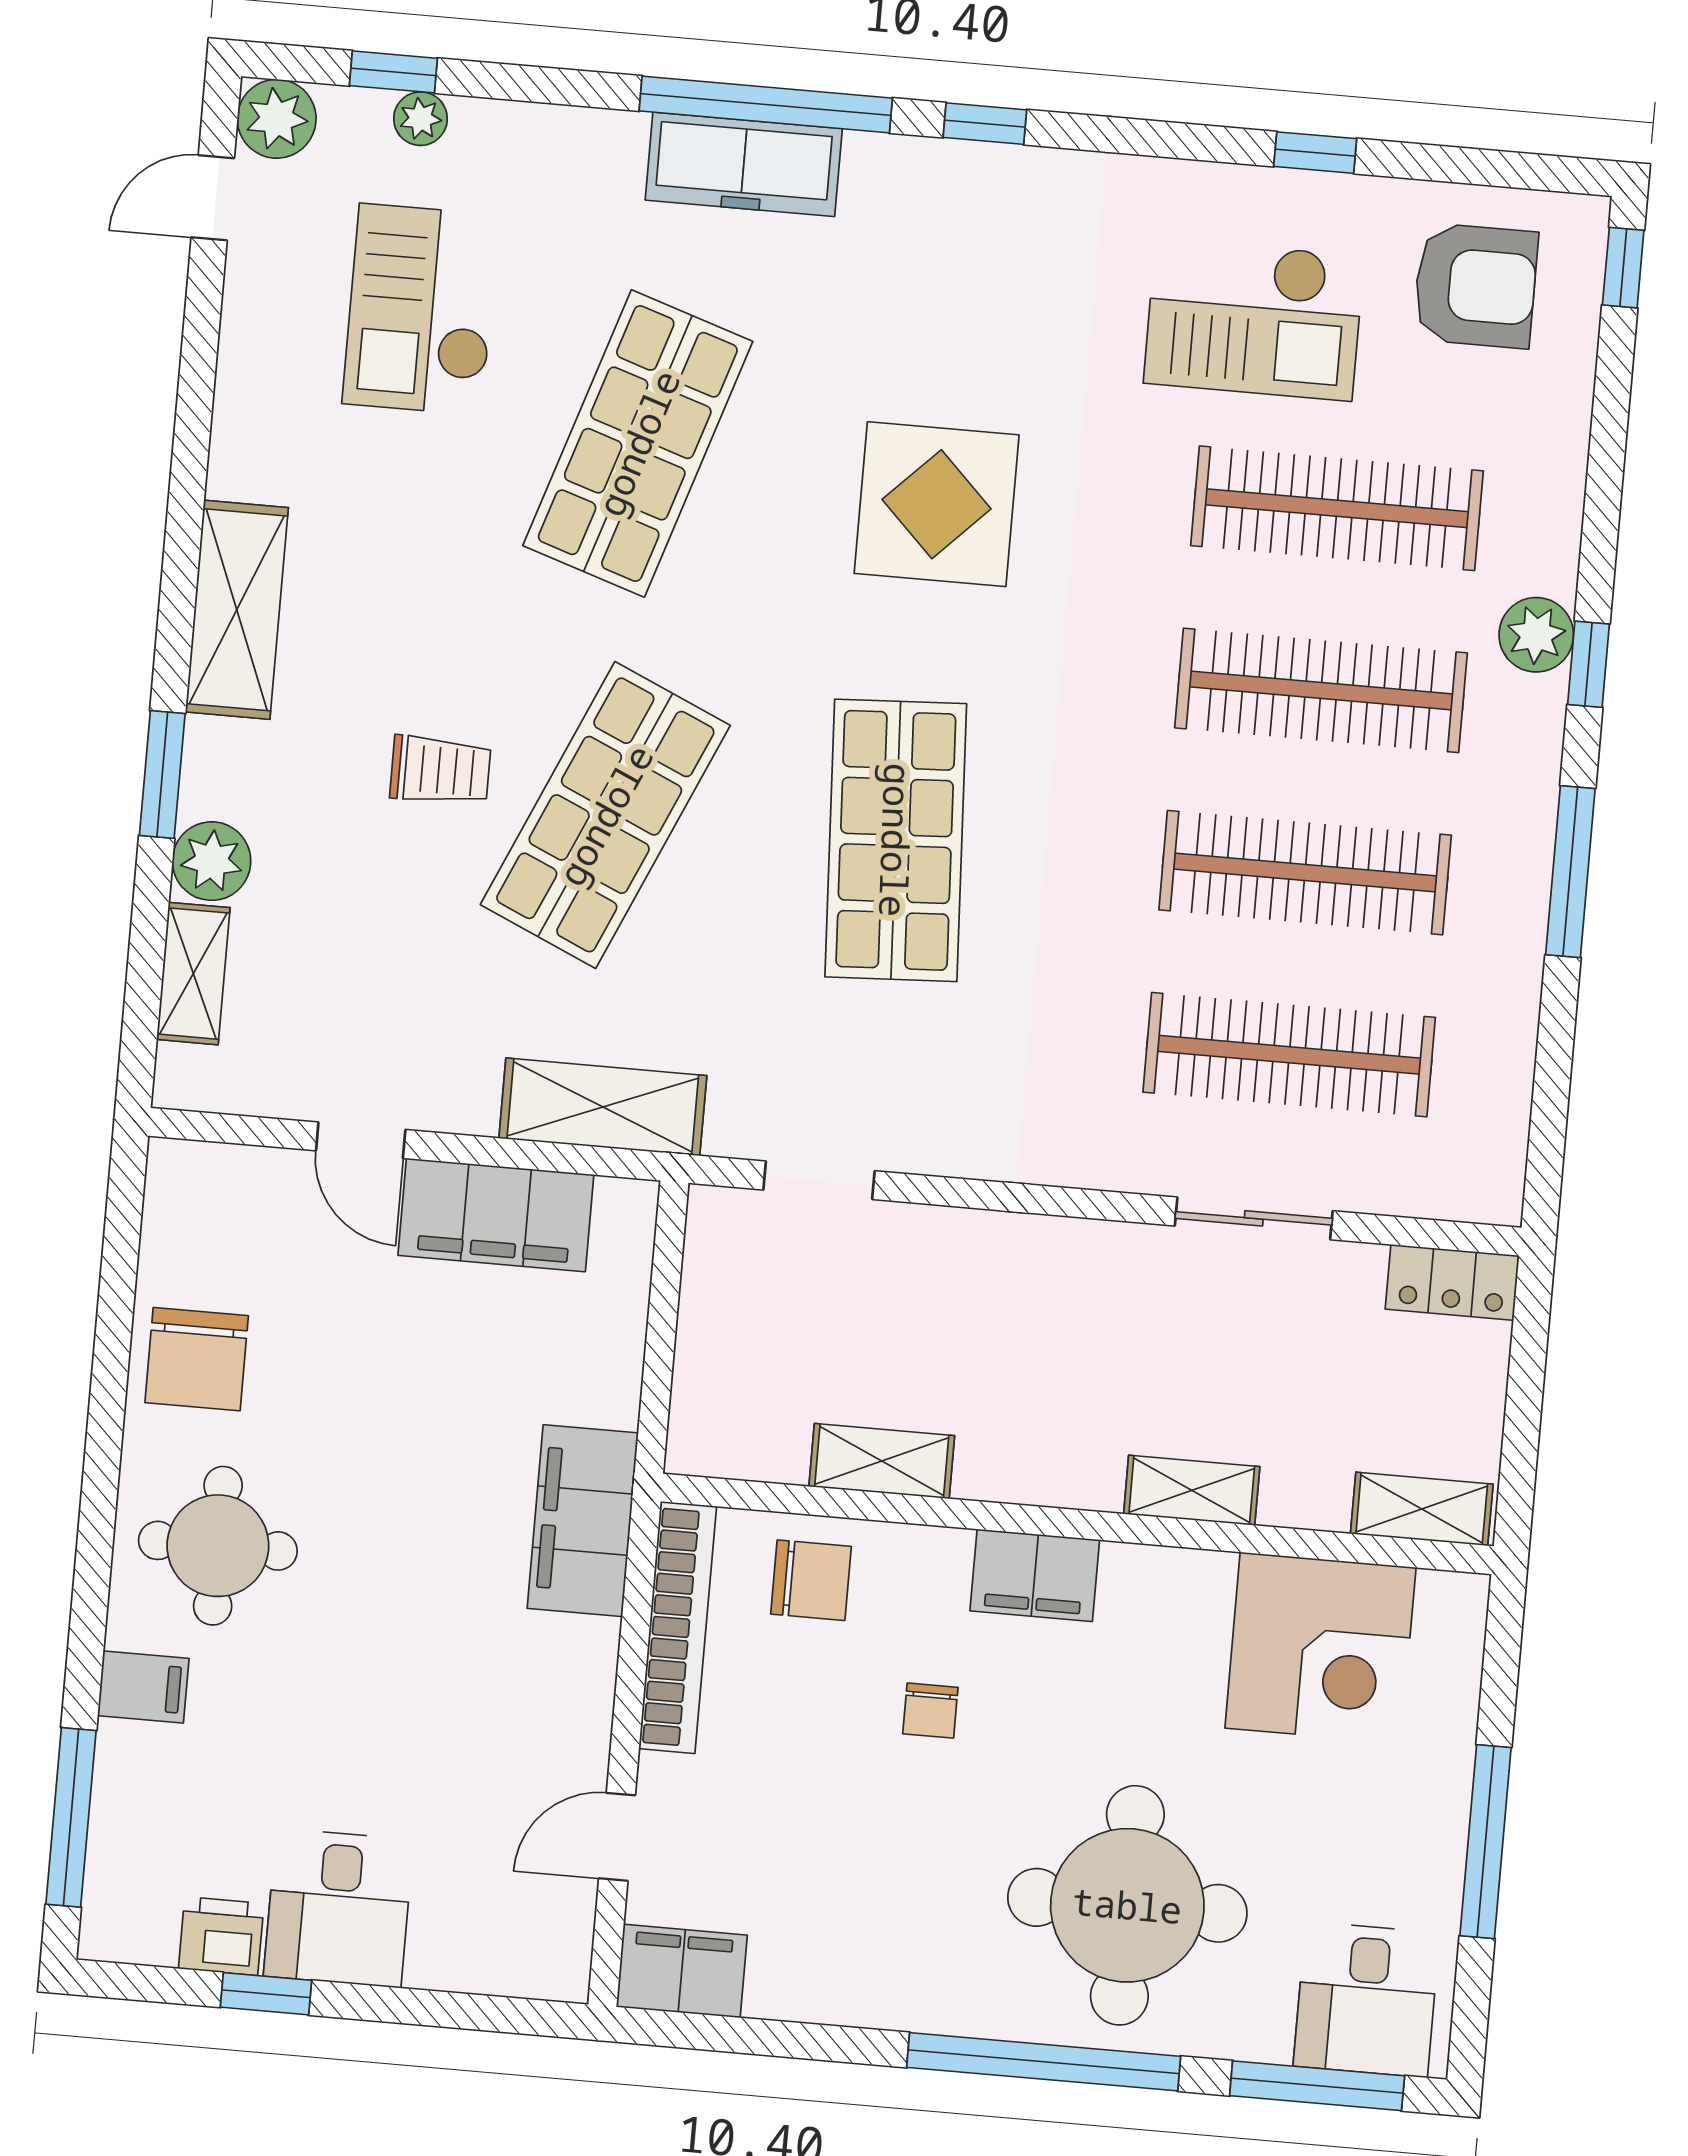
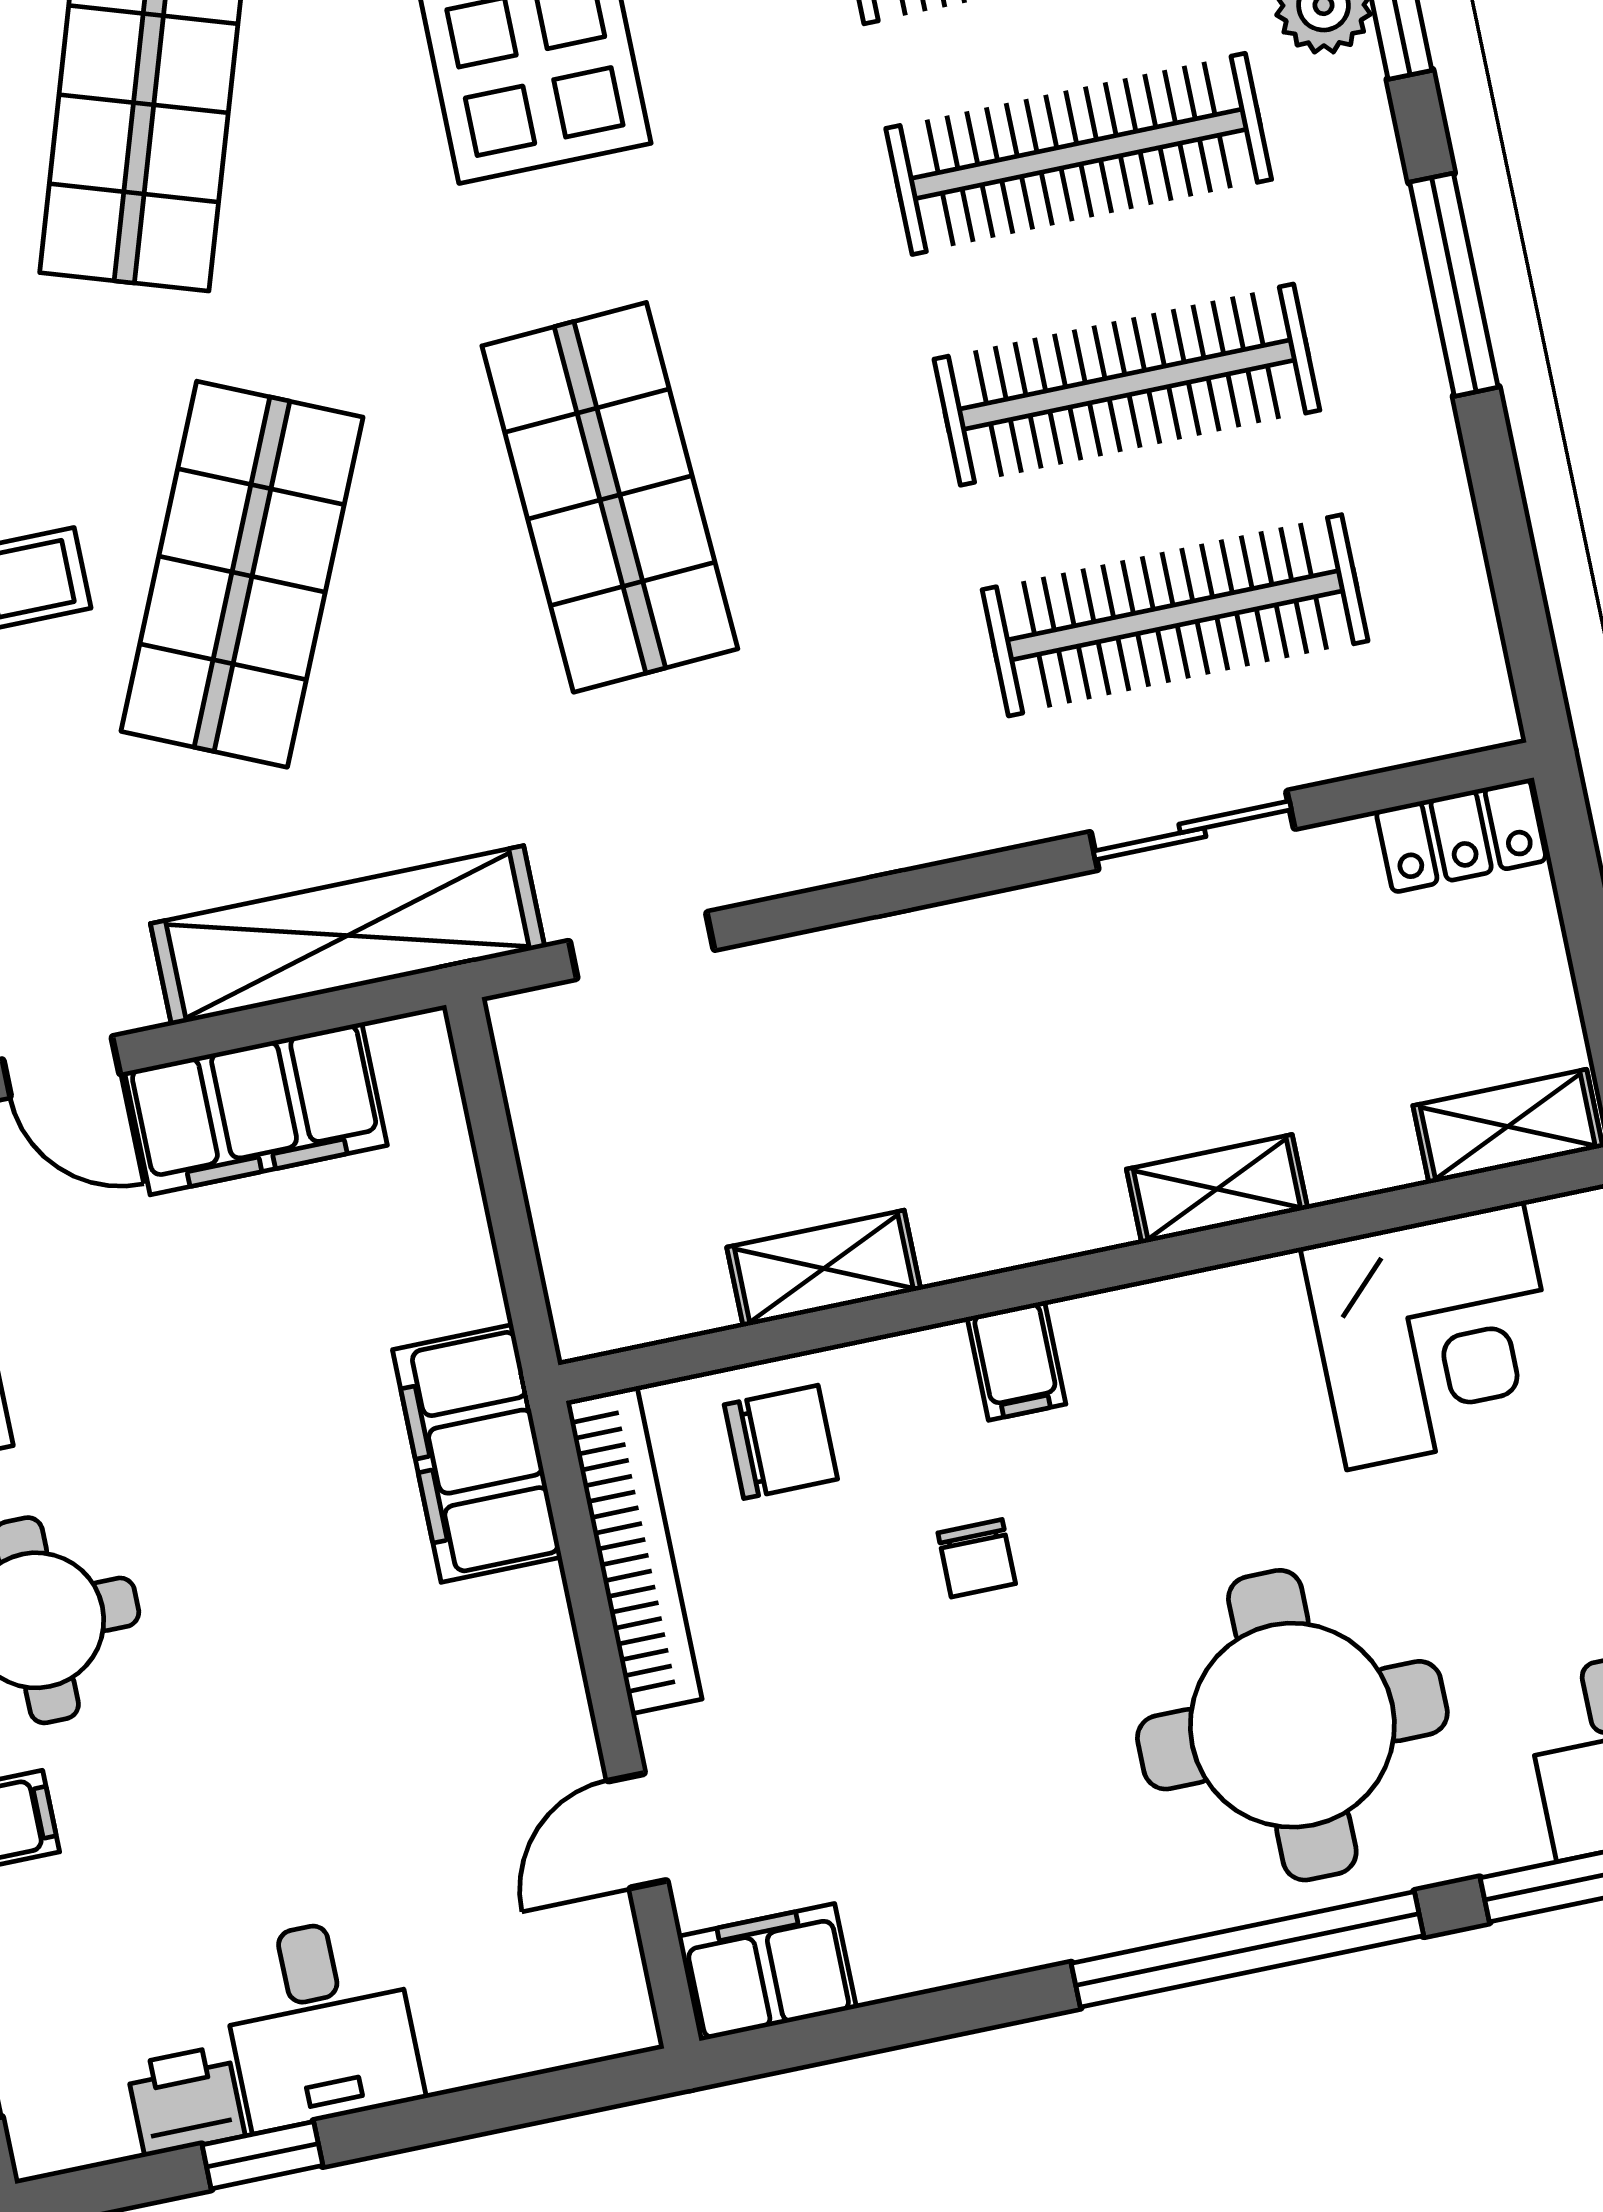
shelving: (603, 1107) -> (348, 935), width x1.47
filing cabinet: (1035, 1575) -> (1016, 1361), width x0.50

